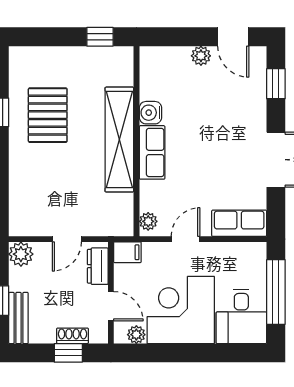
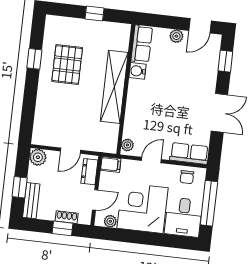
window: (100, 37) -> (94, 13), moved
door: (233, 37) -> (200, 26), hinge flipped
row of seats: (152, 152) -> (142, 44), moved
chair: (240, 258) -> (187, 177), added
door: (111, 306) -> (95, 200), hinge flipped

